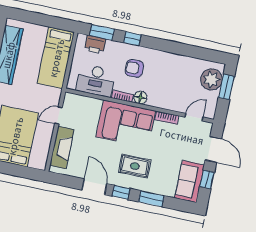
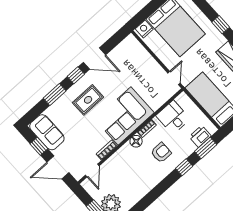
desk: (96, 80) -> (173, 117), width x0.73
door: (59, 115) -> (174, 78), moved
fireplace: (62, 147) -> (141, 56), removed
nightstand: (37, 162) -> (144, 29), added

